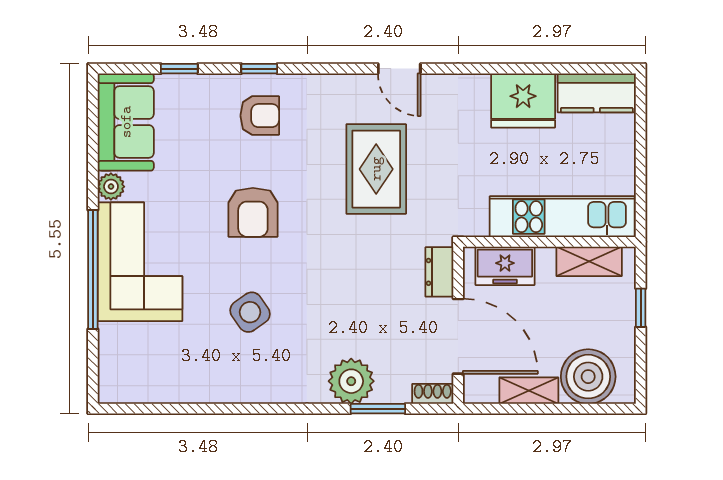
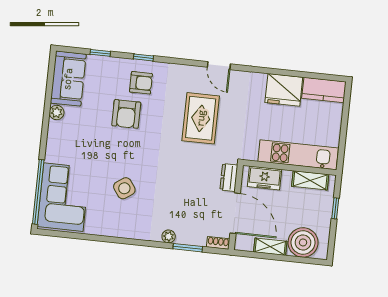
armchair: (253, 212) -> (126, 114), moved
corner sofa: (140, 262) -> (63, 197), moved
window: (93, 270) -> (38, 192), moved
plant: (351, 381) -> (169, 236), width x0.53, depth x0.53

